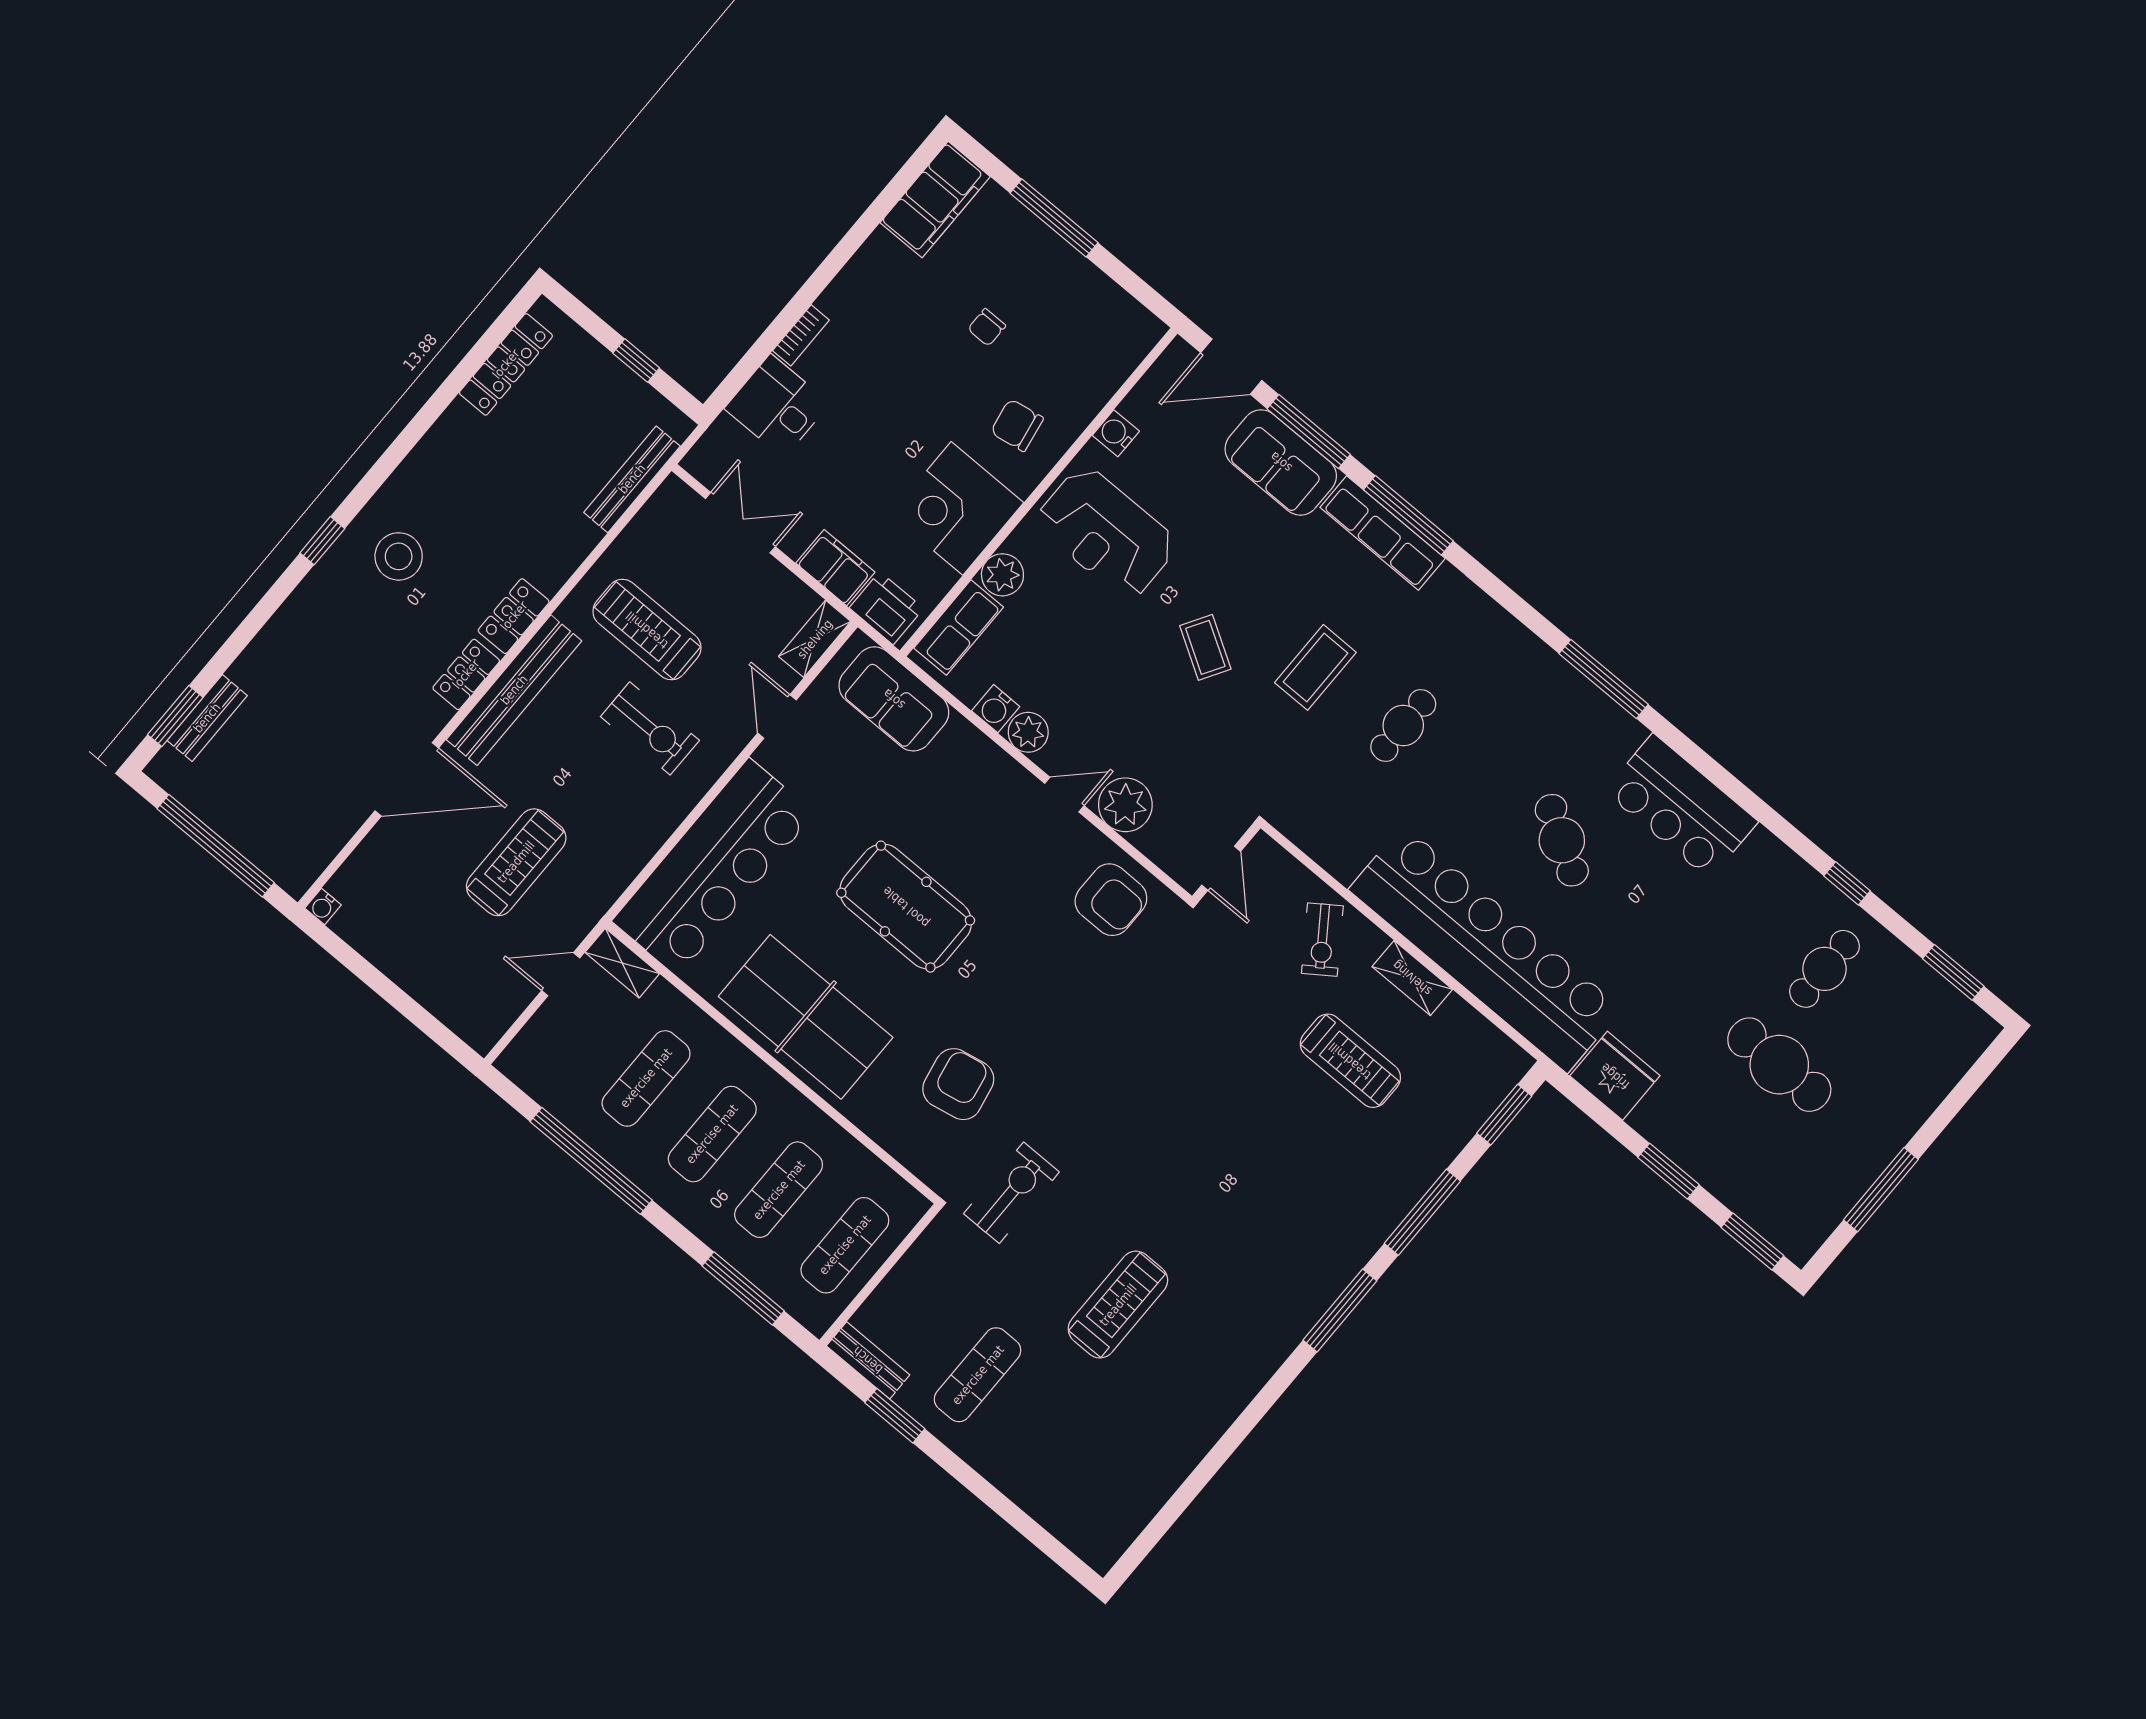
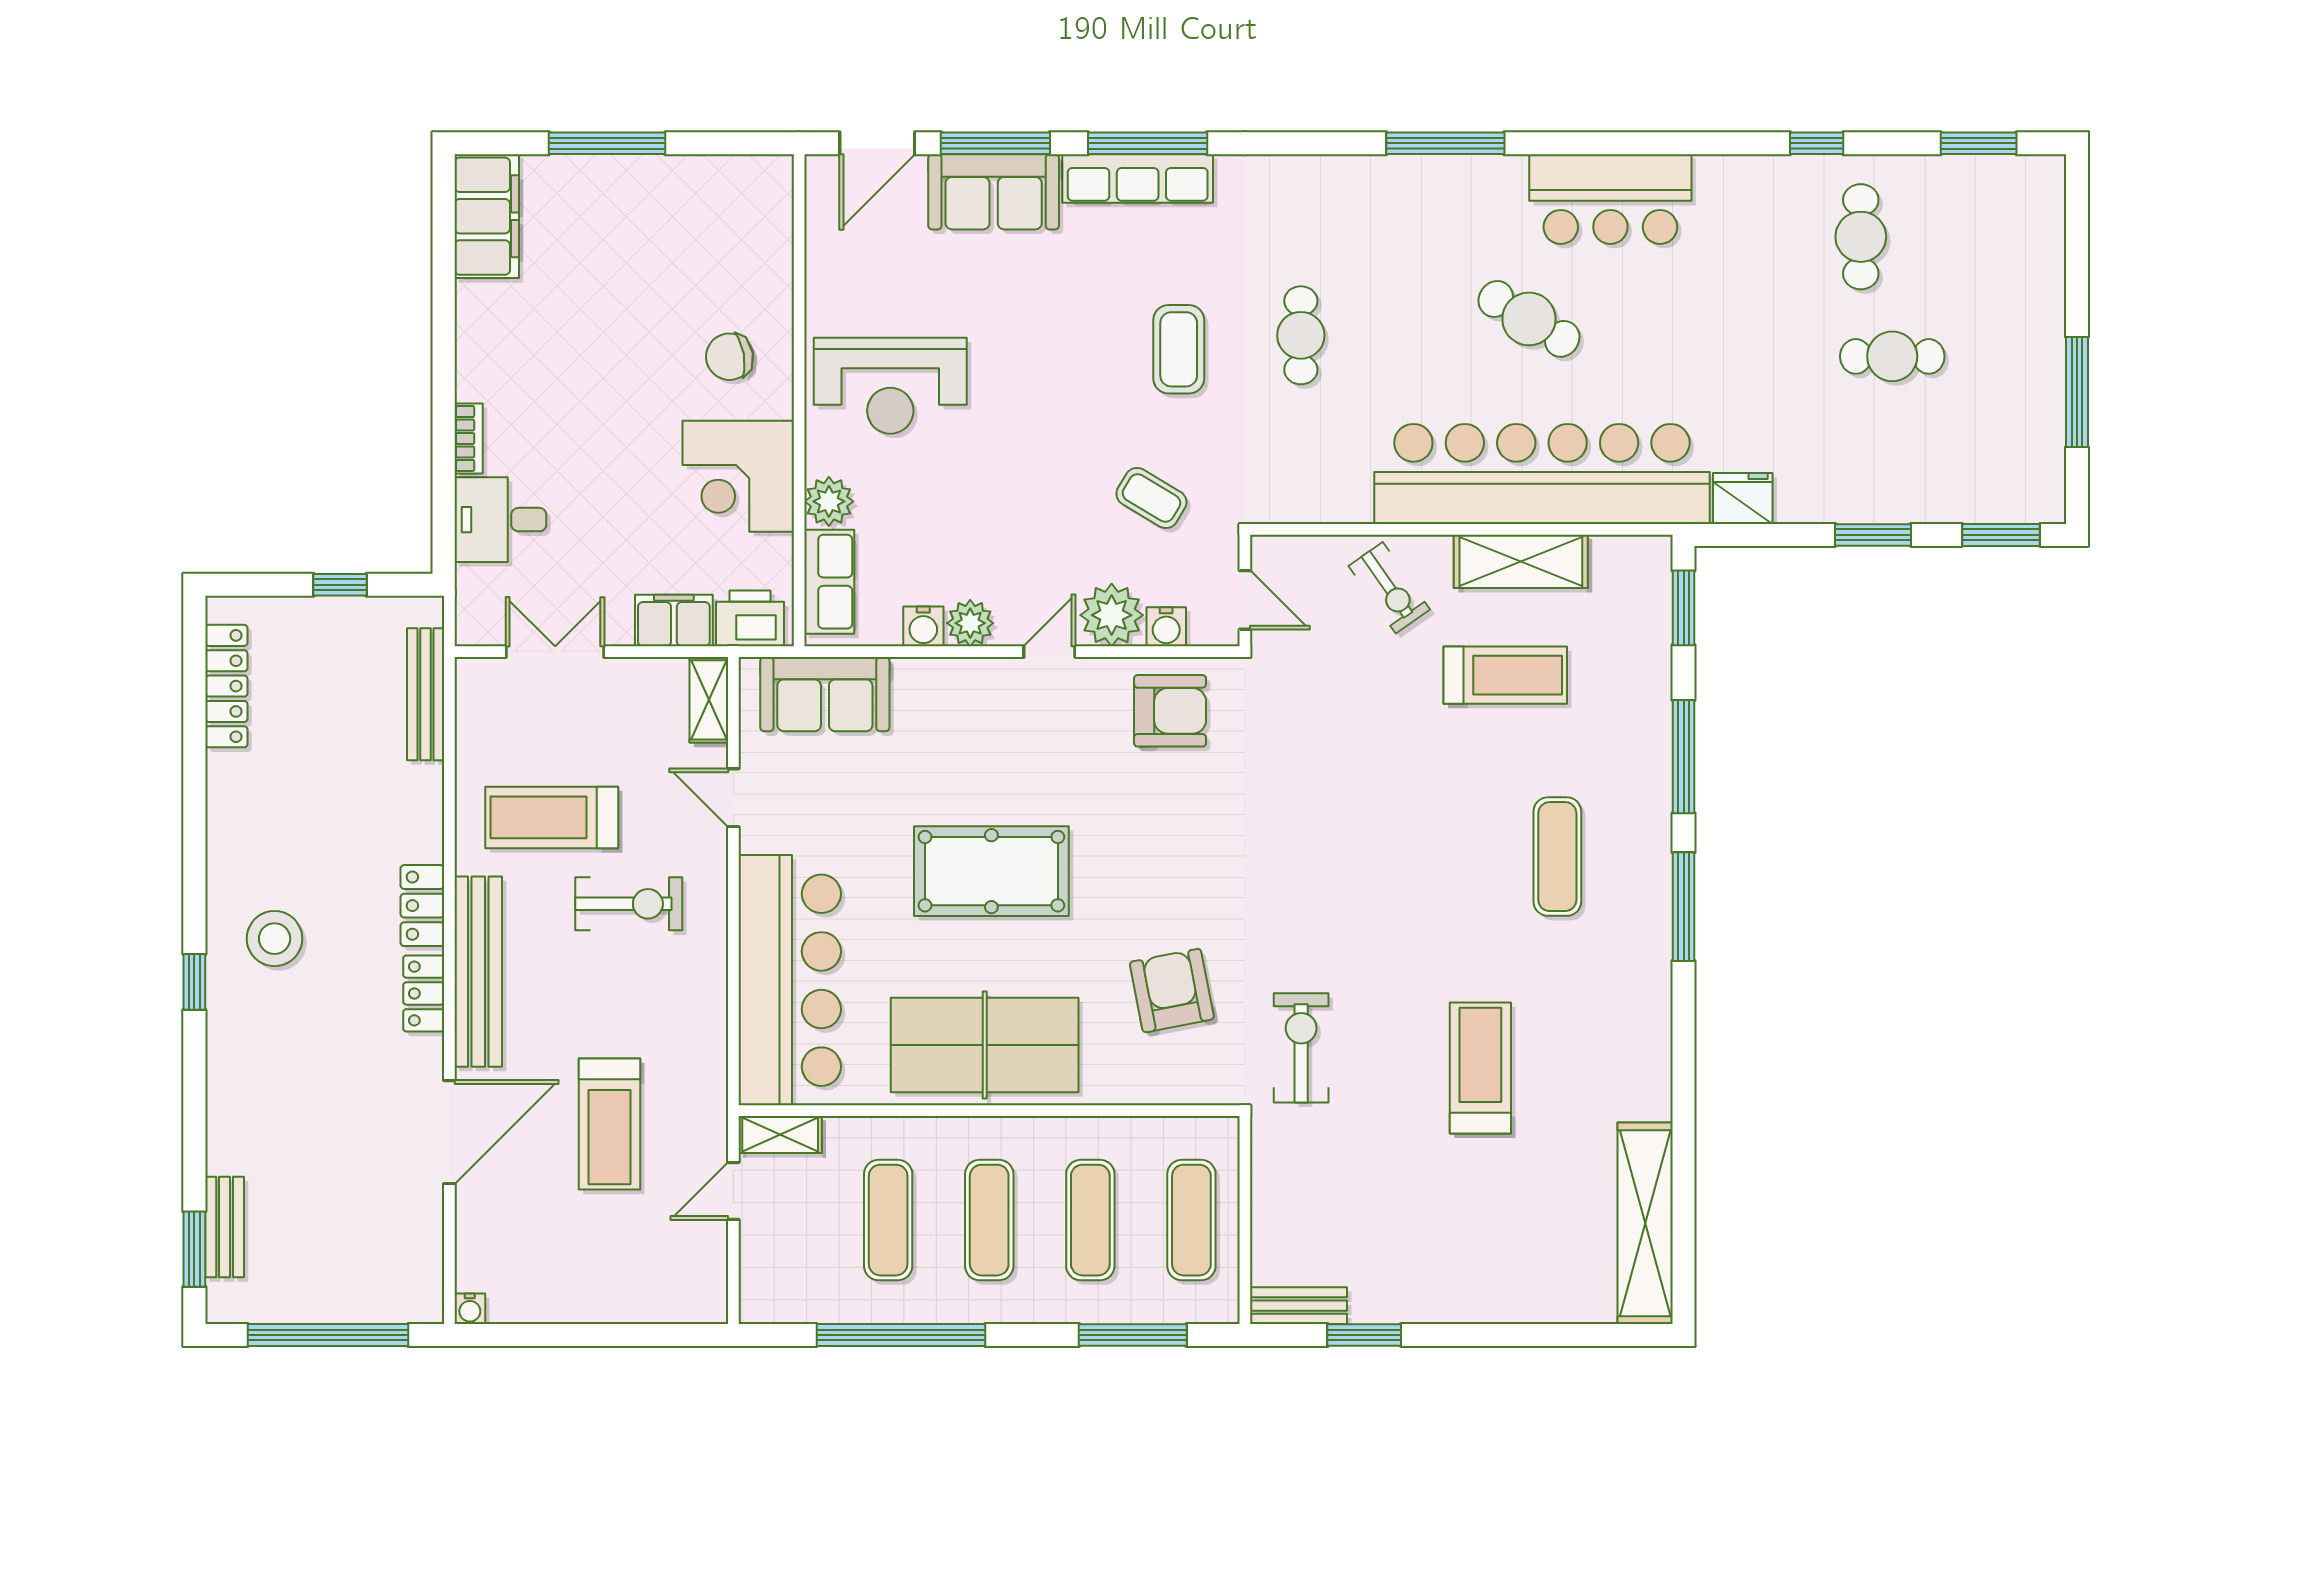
chair: (987, 327) -> (629, 292), removed
water cooler: (1116, 433) -> (1166, 627), moved, turned -90
coffee table: (1205, 647) -> (1151, 498), moved
treadmill: (516, 862) -> (610, 1124), turned 180
shelving: (1412, 978) -> (1521, 561), width x1.50, depth x1.33
cafe table: (1779, 1065) -> (1892, 356), width x0.73, depth x0.74
fridge: (1615, 1076) -> (1743, 498), width x0.73, depth x0.75
exercise mat: (978, 1375) -> (1557, 857), moved
shelving: (1140, 1497) -> (1645, 1223), added

